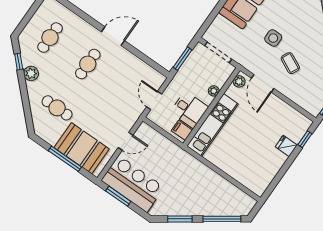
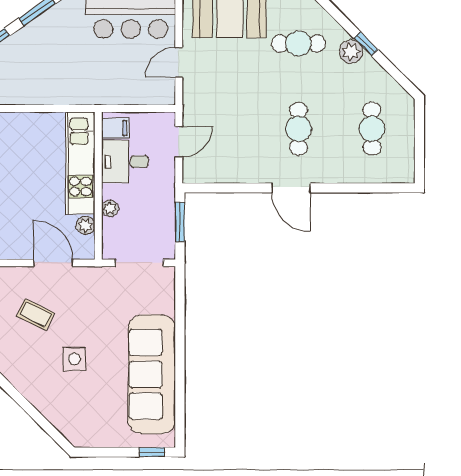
door: (113, 36) -> (291, 188), hinge flipped
side table: (273, 38) -> (74, 359), moved
window: (19, 62) -> (366, 44), moved
plant: (31, 73) -> (351, 52), moved
plant: (239, 81) -> (86, 225), moved
door: (154, 101) -> (179, 142), hinge flipped

